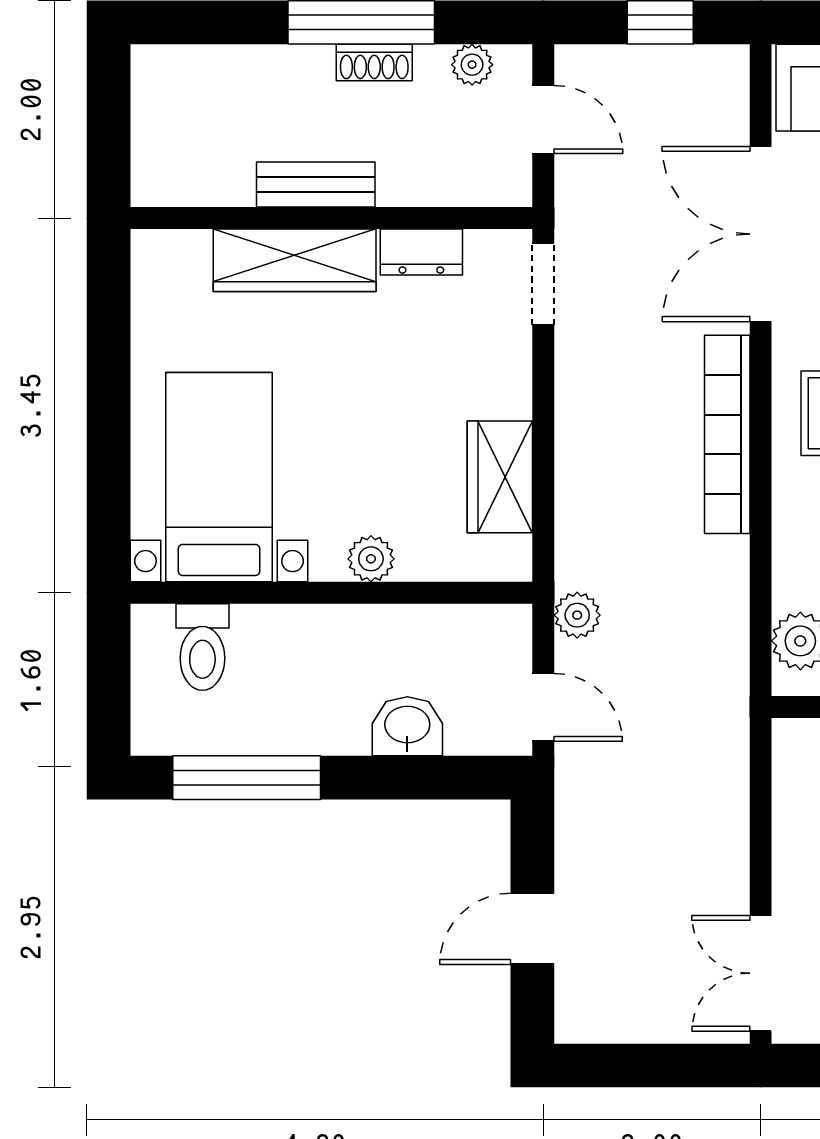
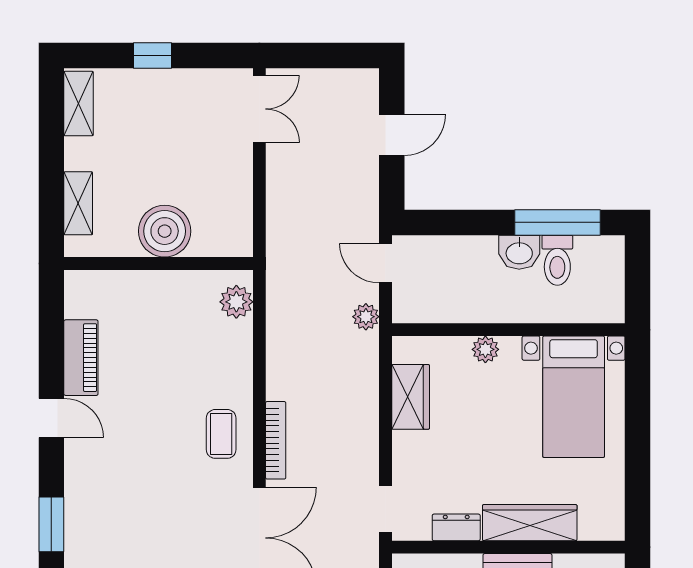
bookcase: (727, 434) -> (276, 440), width x0.68, depth x0.76
toilet: (202, 647) -> (557, 260), moved, turned 180
washbasin: (407, 726) -> (519, 252), moved

